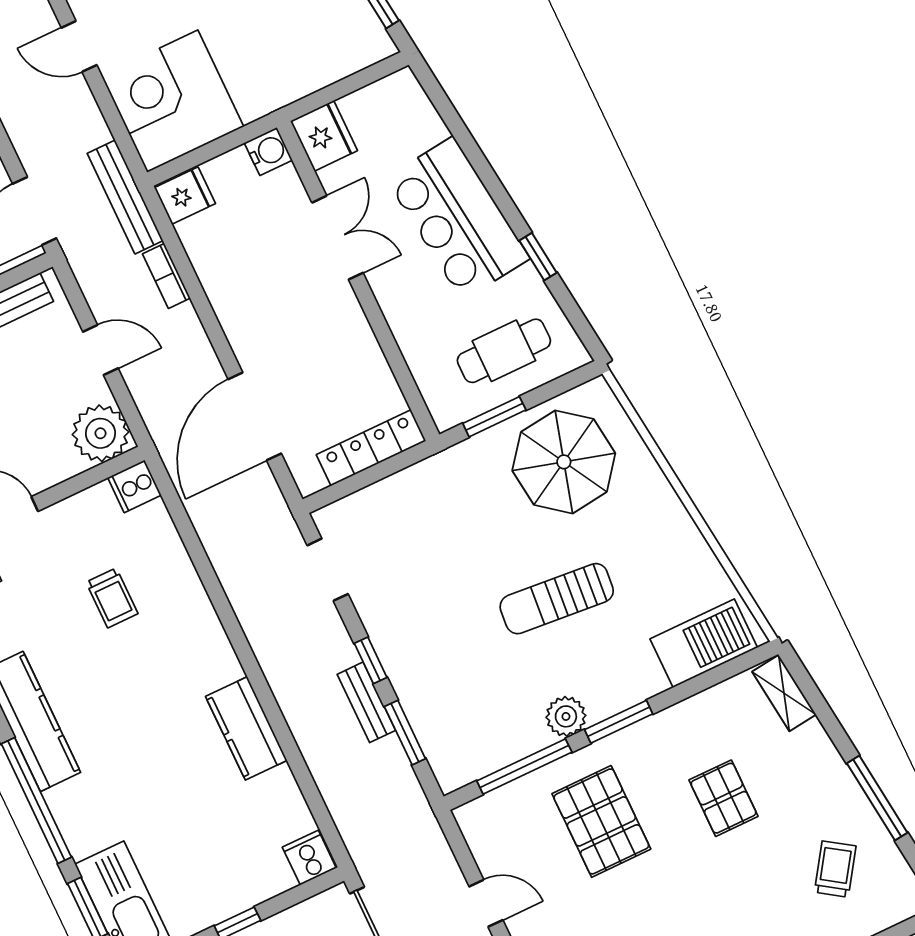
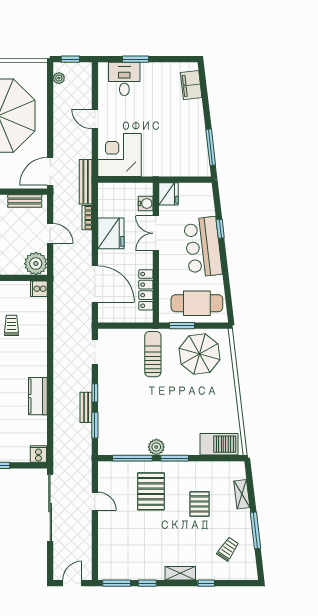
water cooler: (268, 151) -> (146, 203), moved
fridge: (185, 196) -> (111, 233), moved, width x1.88, depth x1.34
double door: (338, 238) -> (156, 233), swing flipped
window: (538, 257) -> (220, 229), moved
cafe table: (504, 351) -> (197, 303), width x1.37, depth x1.35
door: (255, 416) -> (95, 284), swing flipped
locker: (371, 448) -> (146, 290), moved, turned -90
trolley: (112, 598) -> (12, 325), turned 180
sun lounger: (557, 599) -> (153, 354), moved, turned 85
shelving: (784, 693) -> (242, 494), moved

